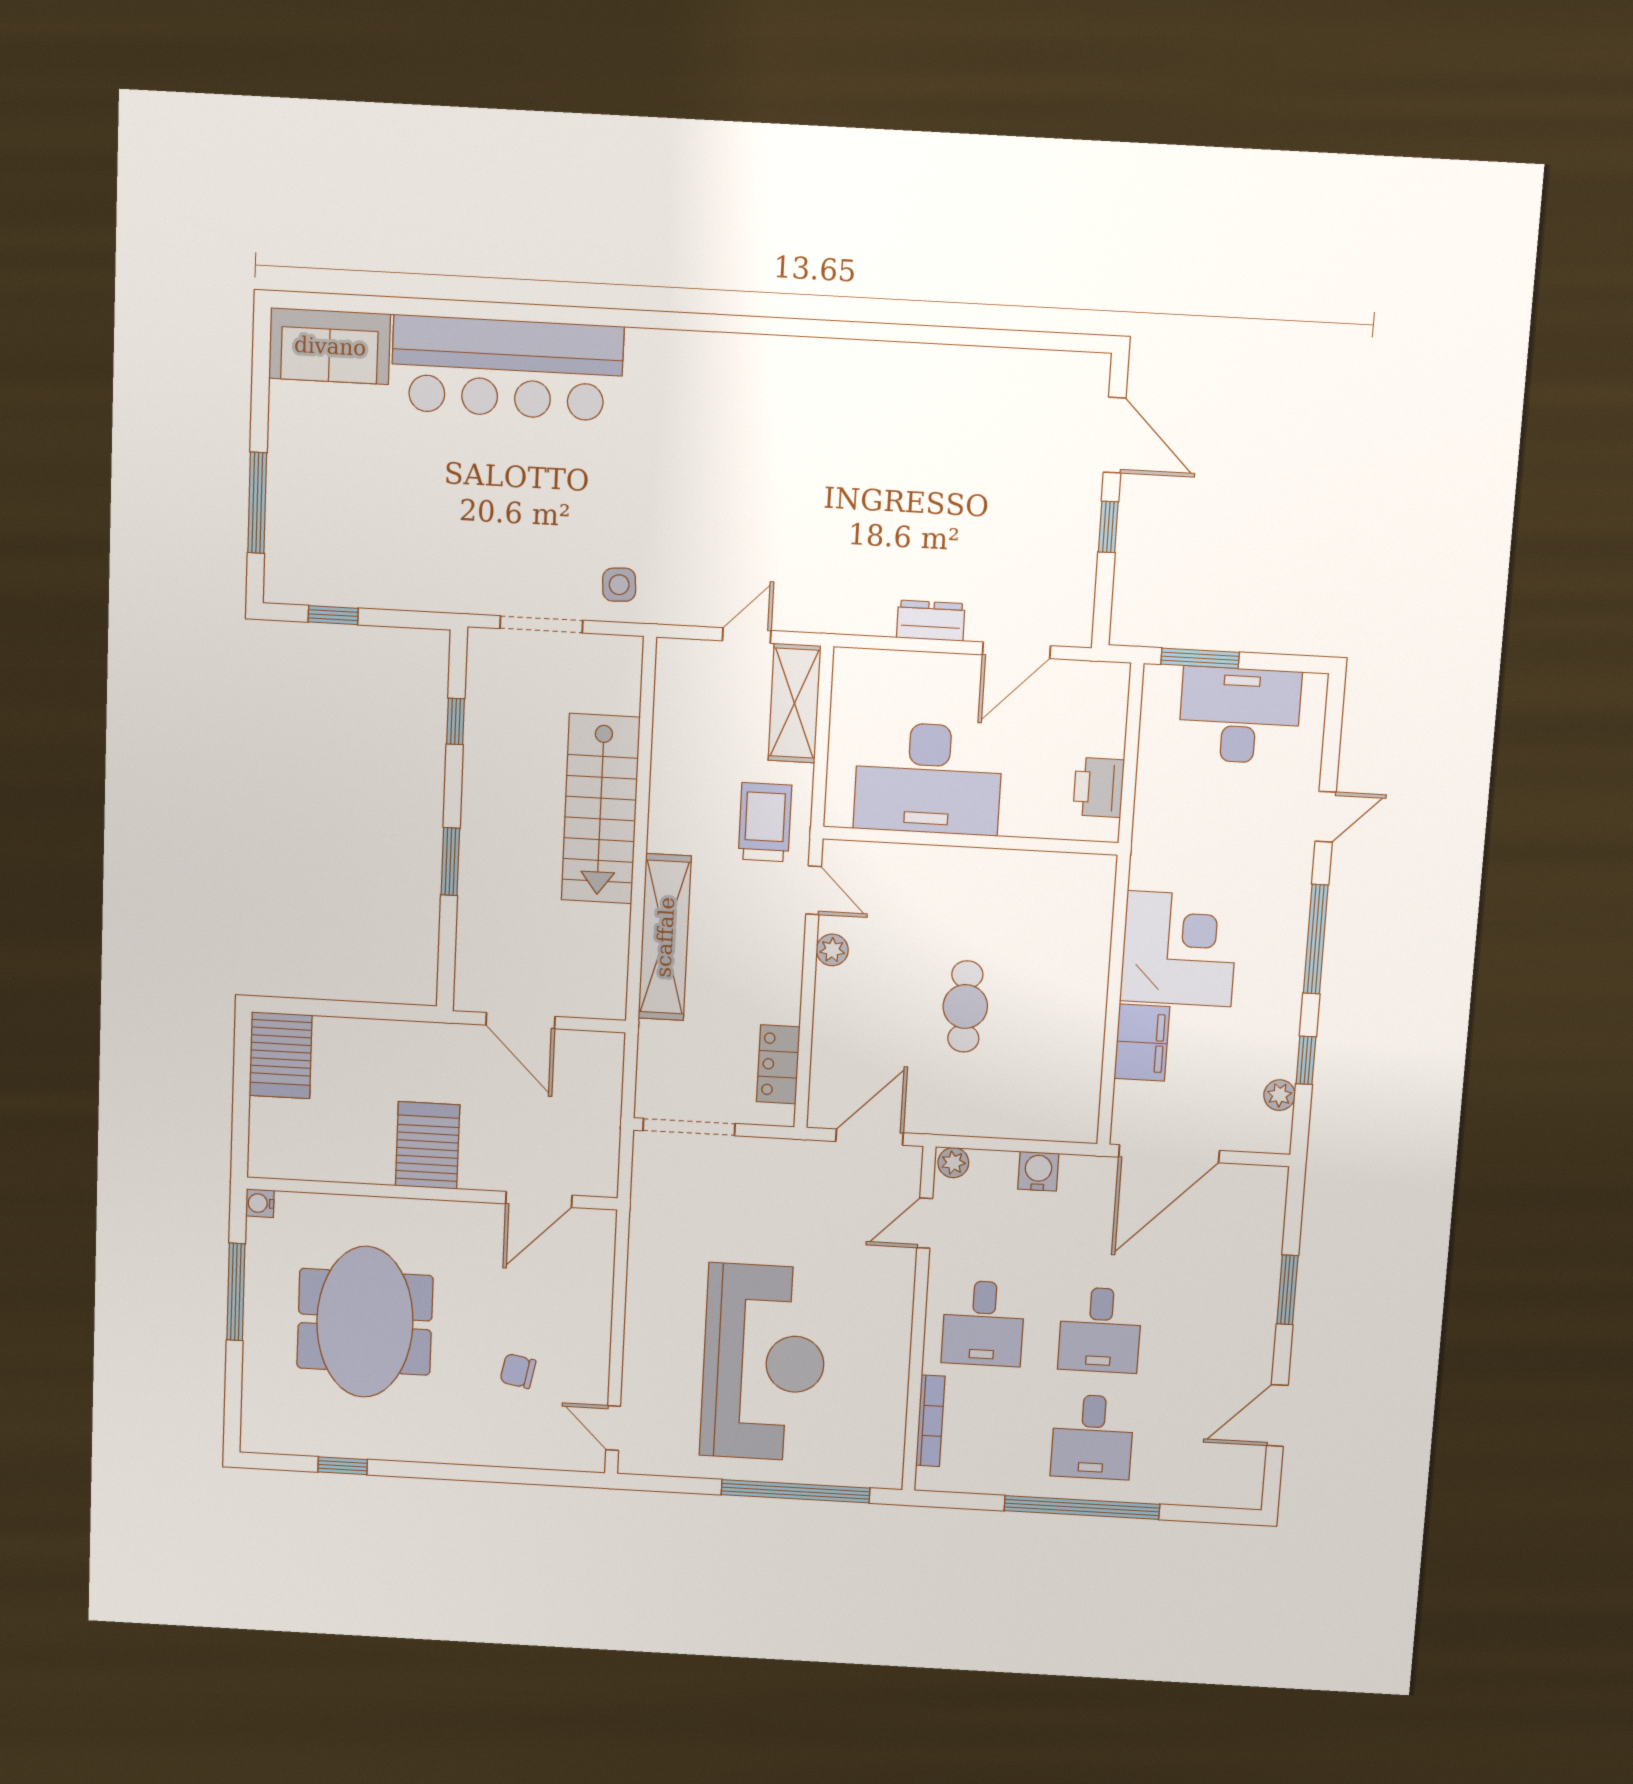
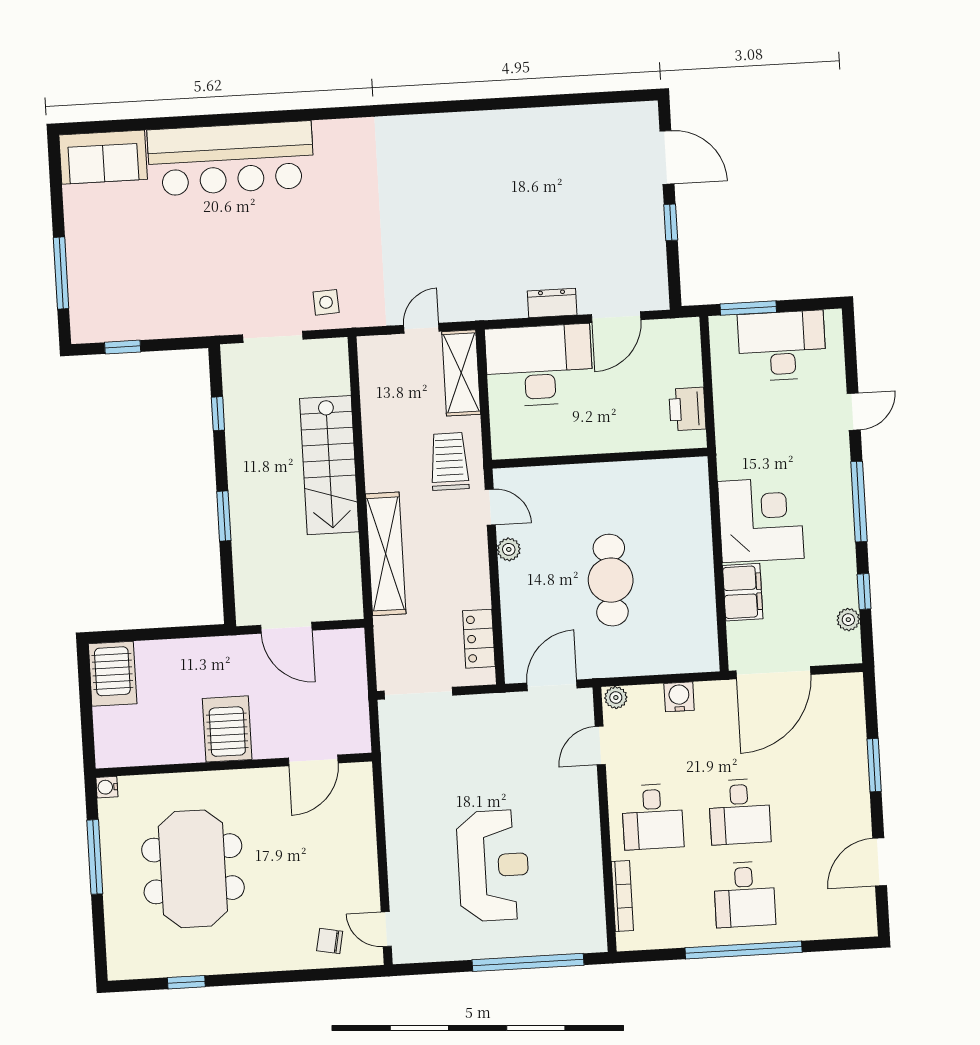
desk: (928, 778) -> (539, 365), moved, turned 180
cafe table: (965, 1006) -> (611, 580), width x1.37, depth x1.35
reception desk: (764, 1362) -> (493, 866), width x0.74, depth x0.77
chair: (518, 1371) -> (330, 941), moved

